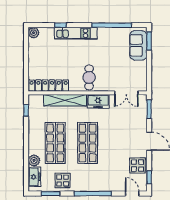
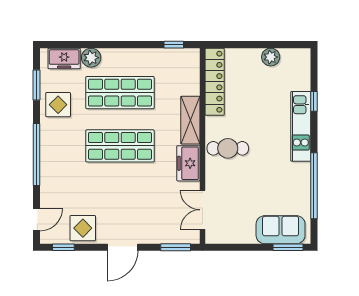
plant: (34, 33) -> (271, 57), moved
shelving: (65, 100) -> (190, 120), width x0.68

